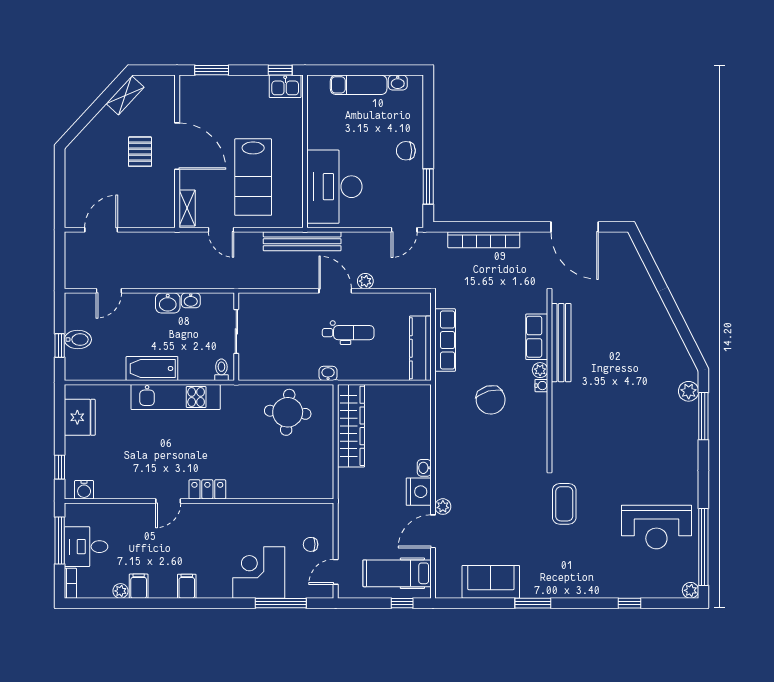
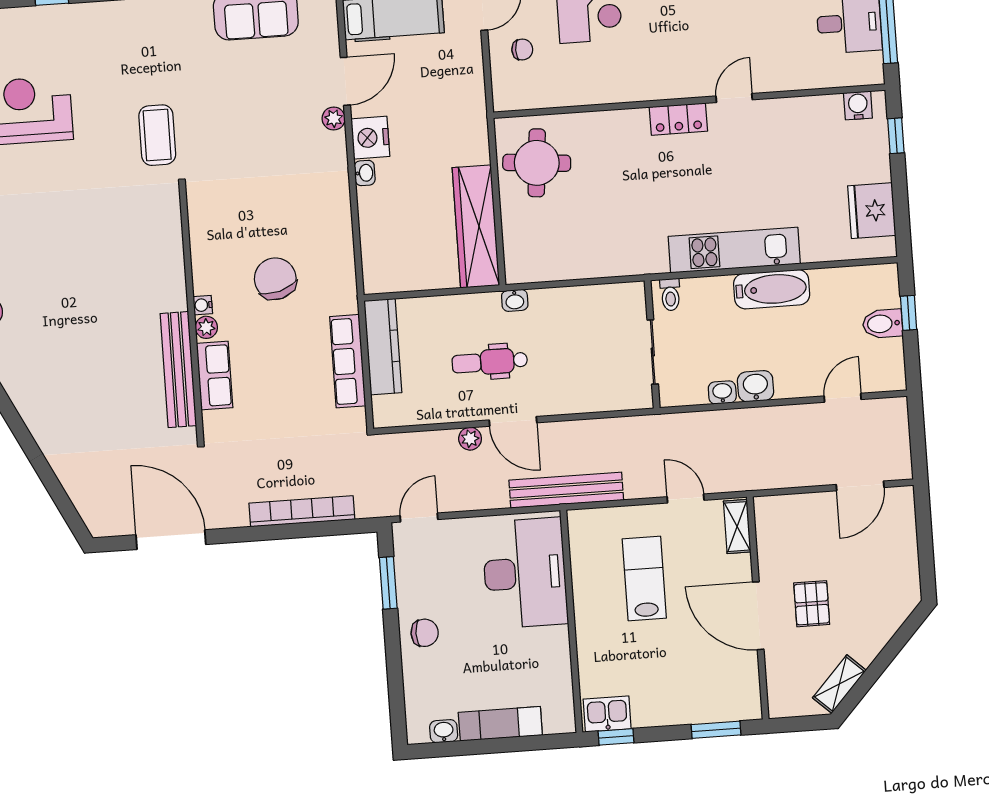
lab bench: (253, 177) -> (644, 578), width x0.73, depth x0.72
round table: (288, 412) -> (537, 163), moved

